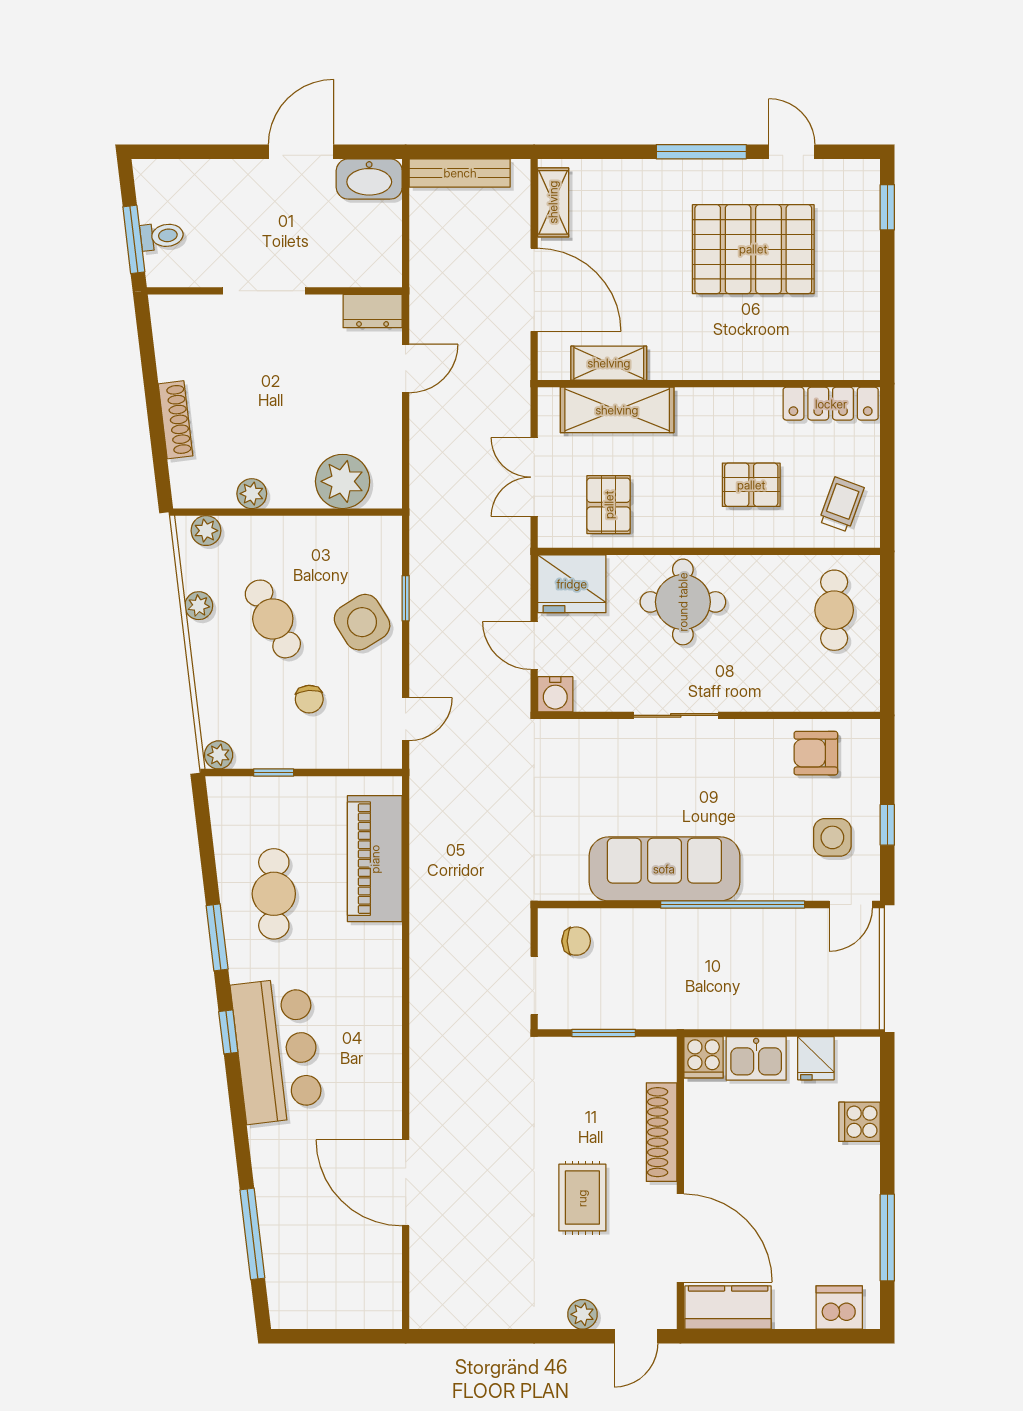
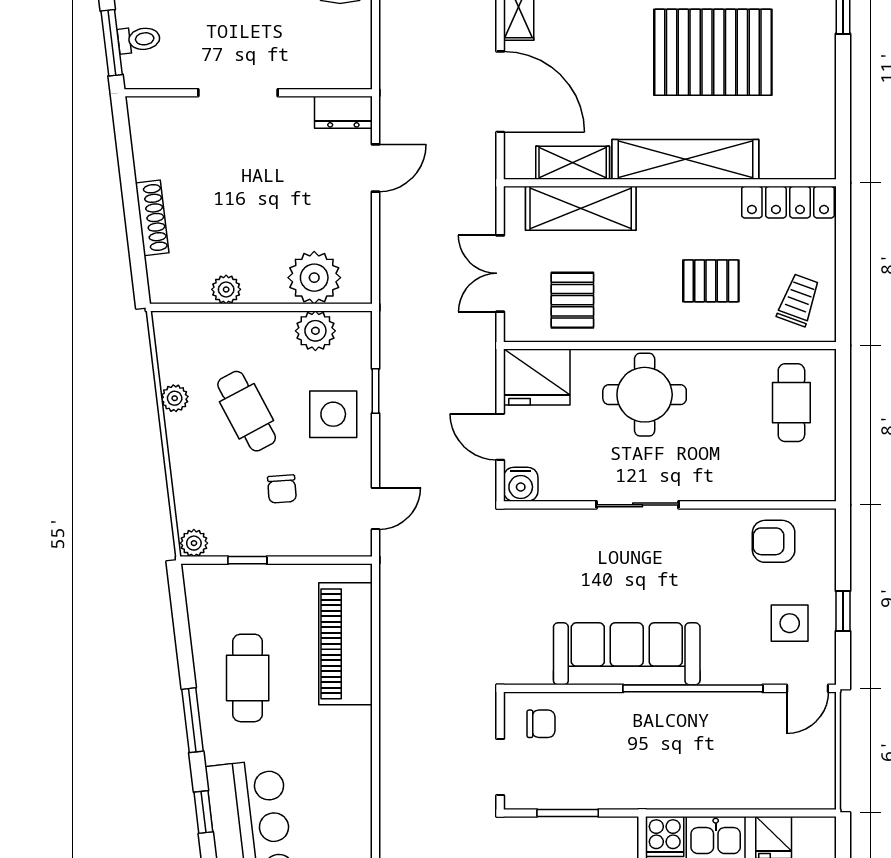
shelving: (725, 359) -> (685, 159), added
plant: (206, 531) -> (315, 331), moved, width x1.38, depth x1.38
side table: (362, 622) -> (333, 414), turned 32

